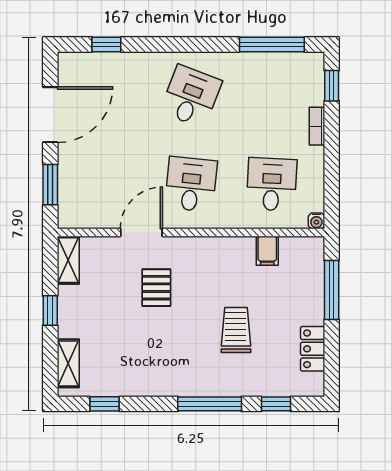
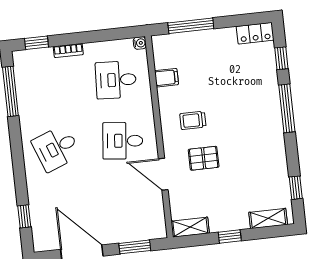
desk: (191, 96) -> (56, 148), turned -42
trolley: (236, 330) -> (193, 120), moved, width x0.73, depth x0.72
locker: (313, 349) -> (255, 33), moved

